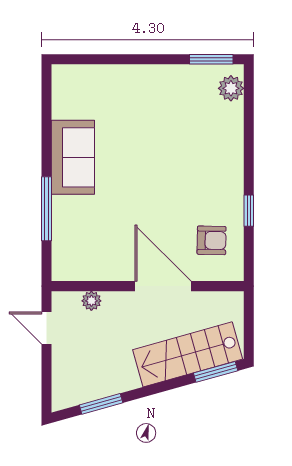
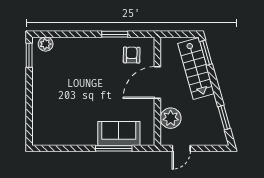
sofa: (73, 157) -> (119, 133), moved
window: (249, 211) -> (115, 34), width x1.50
plant: (91, 301) -> (171, 118), width x1.88, depth x1.88

